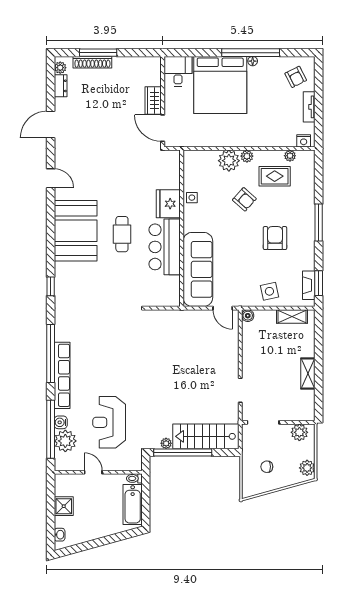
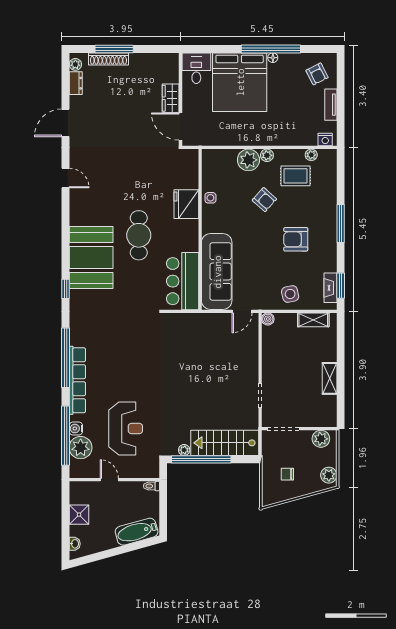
booth: (76, 231) -> (91, 258), moved
cafe table: (122, 234) -> (139, 235), width x1.37, depth x1.35
armchair: (275, 238) -> (296, 239), turned -90
bar counter: (165, 247) -> (183, 281), moved
door: (223, 308) -> (242, 311), hinge flipped
reception desk: (109, 422) -> (126, 428), turned 180
bathtub: (133, 505) -> (137, 532), moved, turned 75

